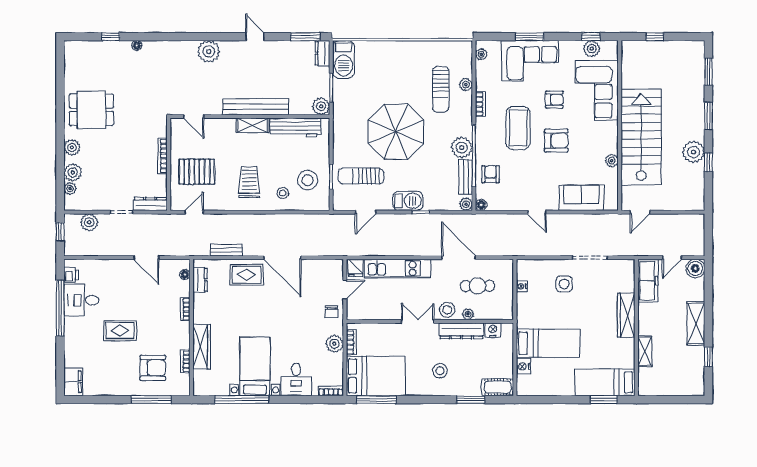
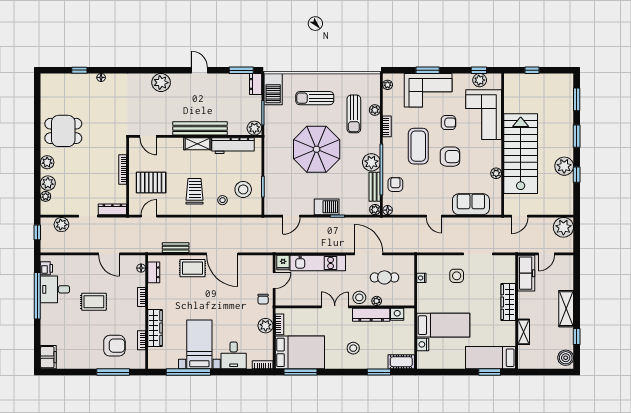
sun lounger: (361, 176) -> (315, 98), moved
plant: (693, 226) -> (563, 227), added
boiler: (695, 268) -> (566, 358), moved
rug: (120, 331) -> (94, 302), moved

